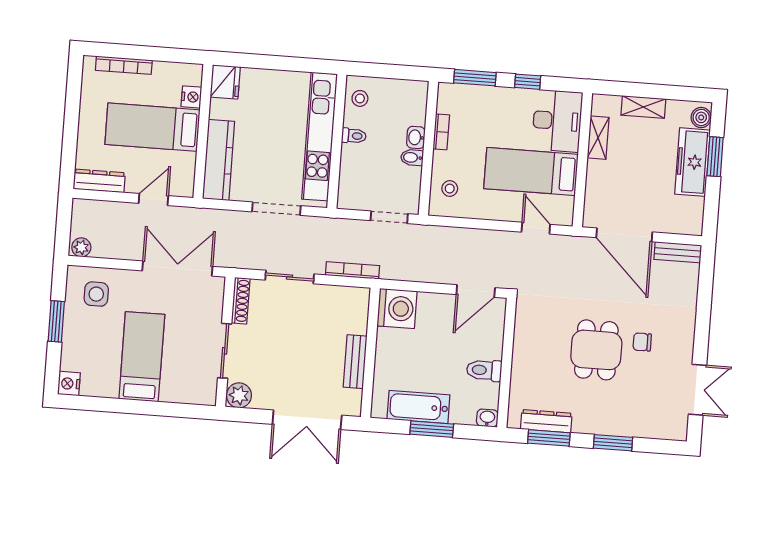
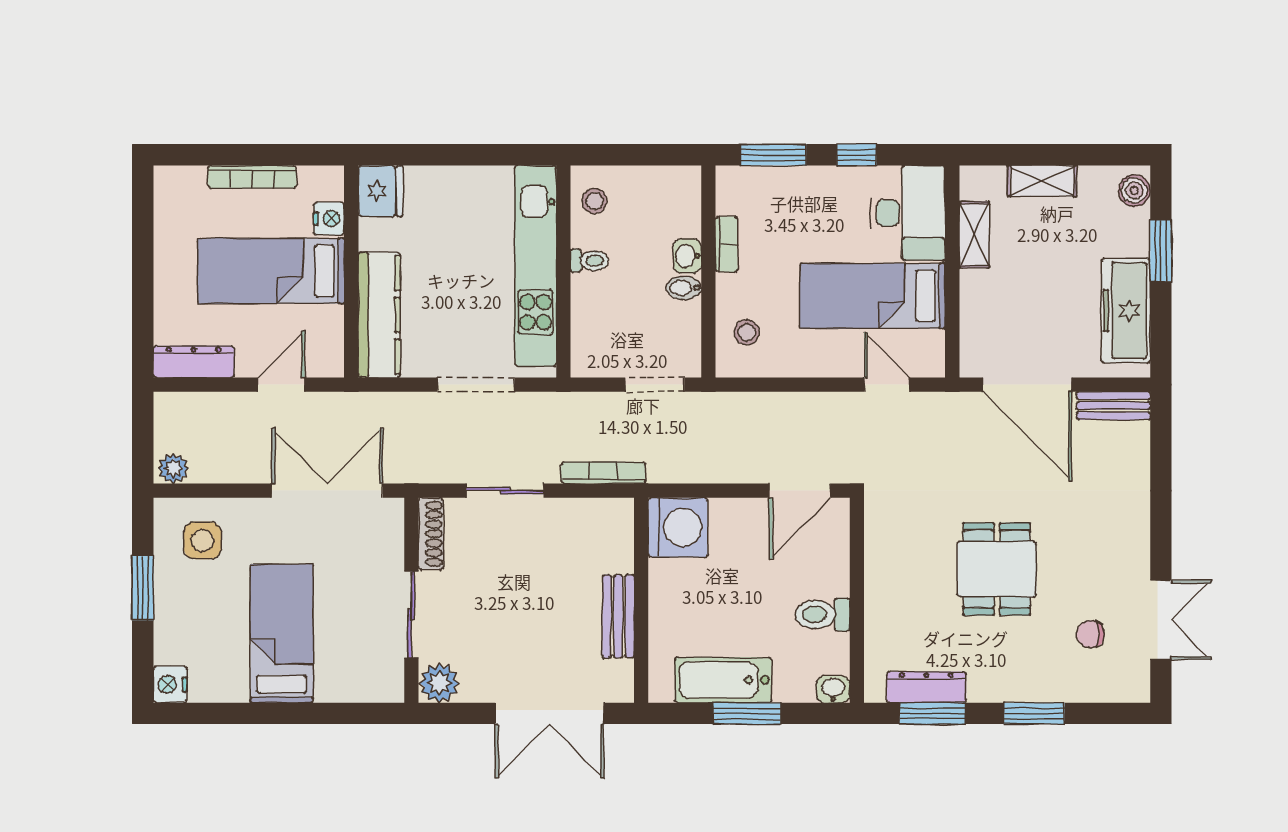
bookcase: (124, 65) -> (252, 177), moved
freezer: (692, 162) -> (1126, 311), moved
chair: (642, 342) -> (1090, 634), moved

